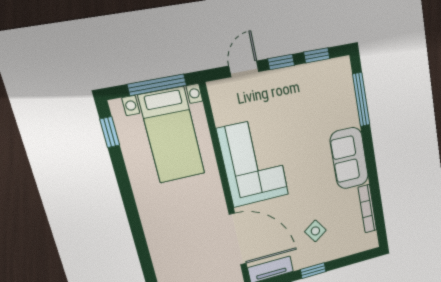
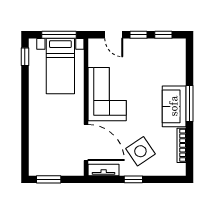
door: (244, 69) -> (114, 35), swing flipped
window: (361, 100) -> (190, 103), moved
side table: (315, 231) -> (140, 151), width x1.87, depth x1.87

